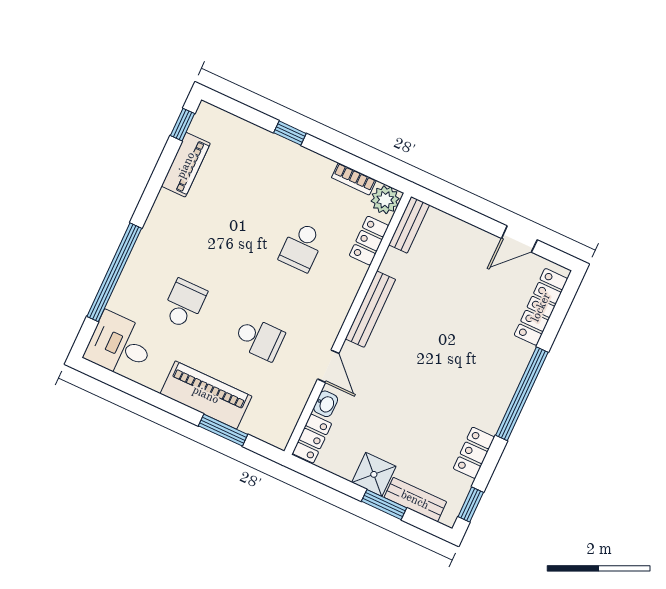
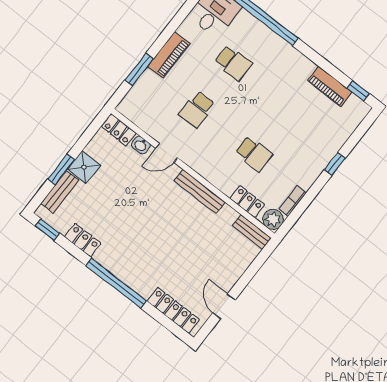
school desk: (302, 247) -> (254, 154), turned 180
piano: (206, 395) -> (169, 55), width x0.73, depth x0.75

